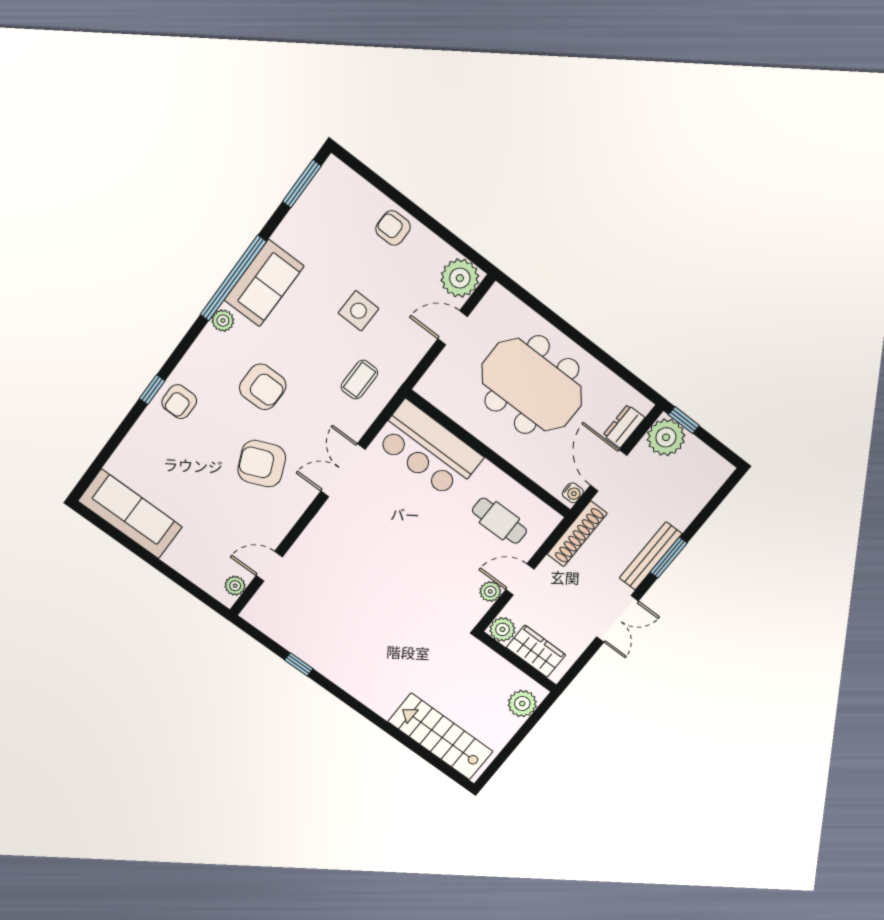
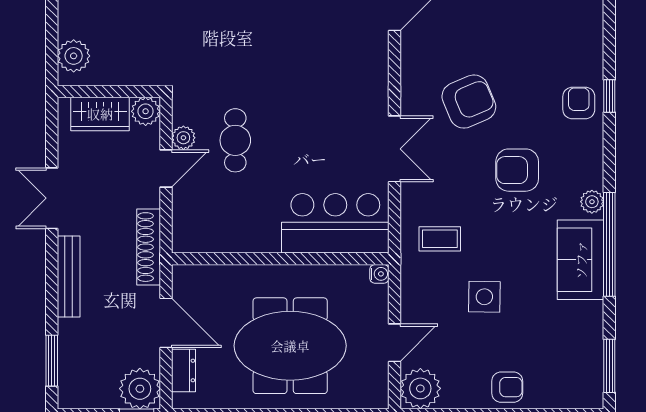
coffee table: (359, 380) -> (440, 239), turned 90
water cooler: (573, 493) -> (379, 274), moved, turned 180
cafe table: (499, 521) -> (235, 140), moved, turned 90
window: (669, 558) -> (52, 361), moved

